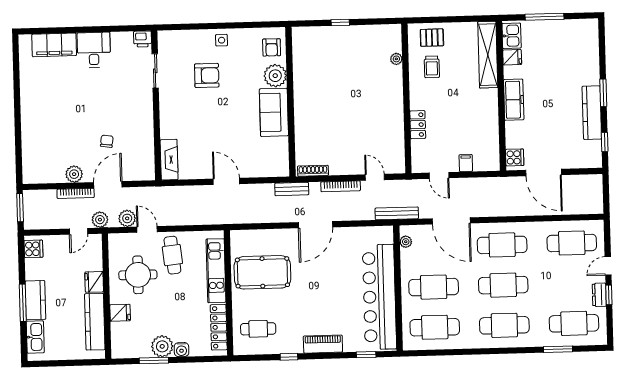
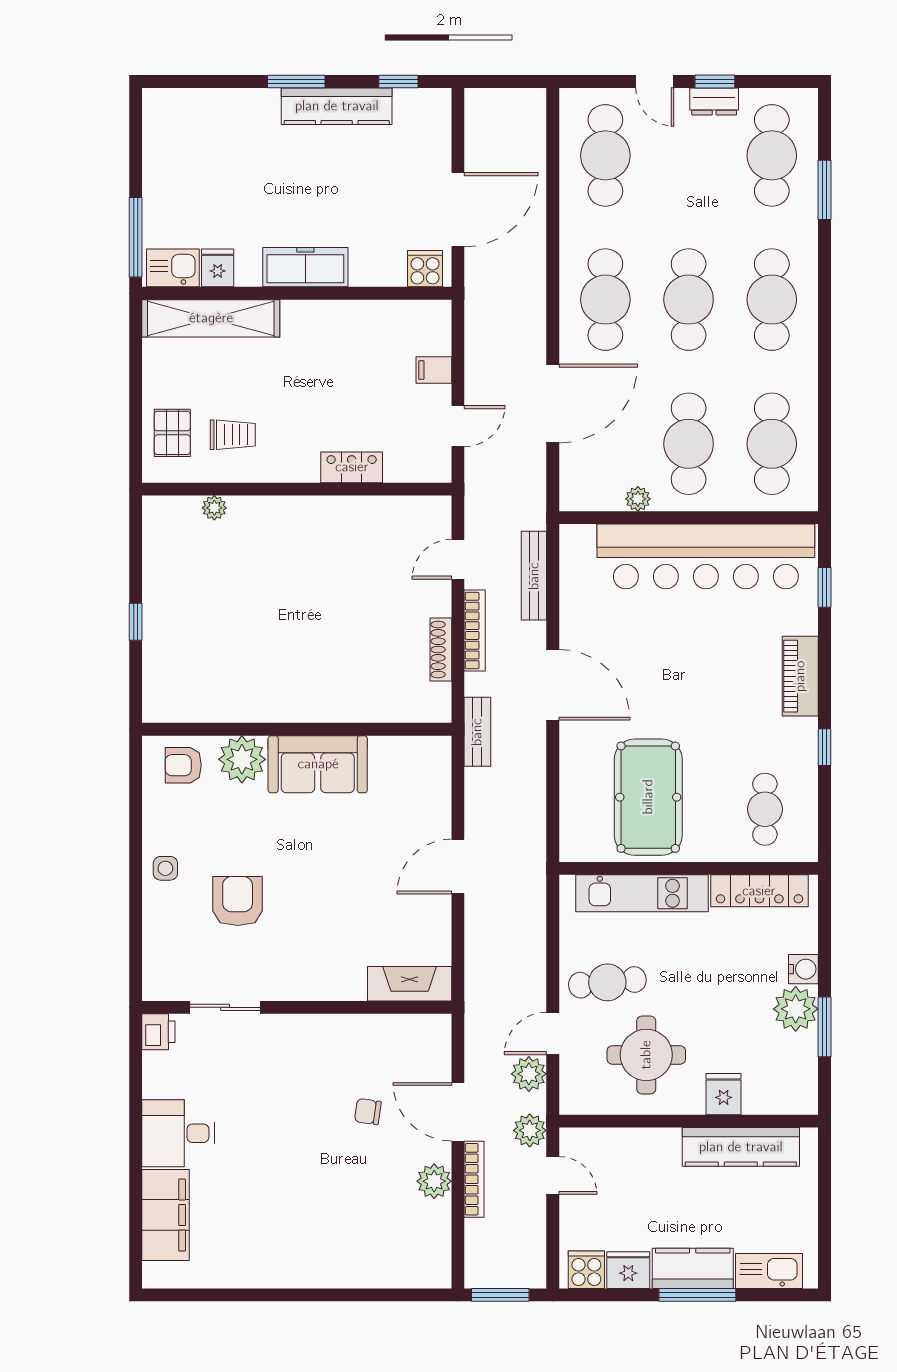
window: (544, 17) -> (136, 237), moved
armchair: (272, 47) -> (183, 765), turned 180
shoe rack: (313, 171) -> (441, 650), moved
bench: (397, 213) -> (534, 576), moved
plant: (406, 242) -> (638, 499), moved
fridge: (94, 282) -> (628, 1270), moved, turned 180

